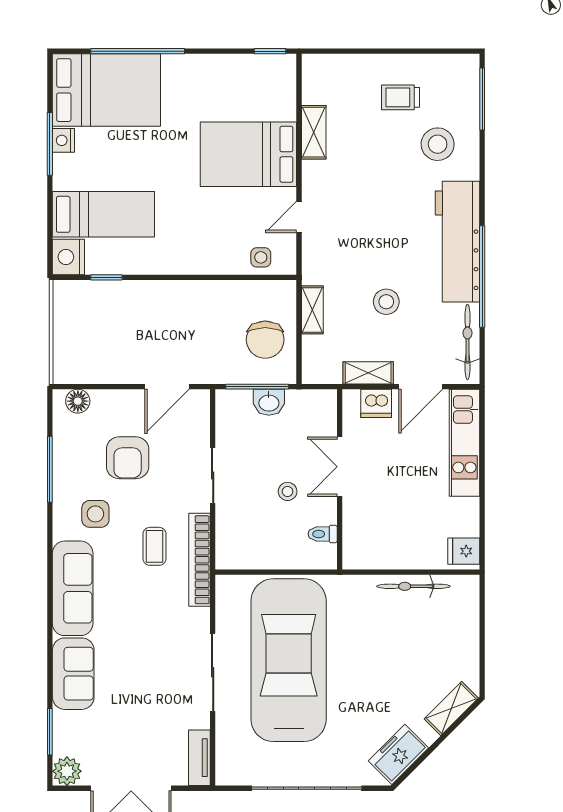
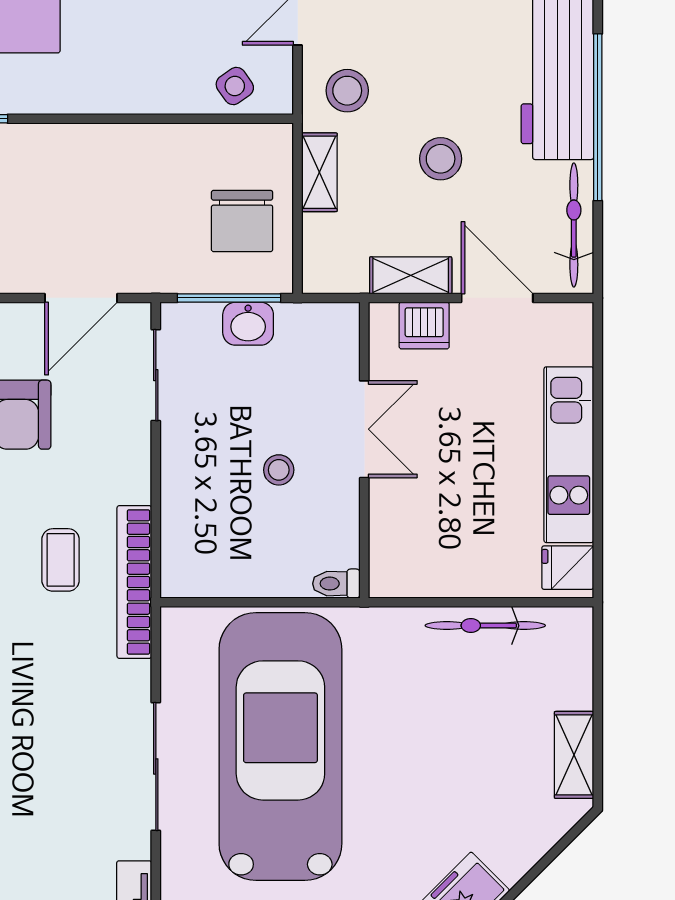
side table: (261, 257) -> (235, 86), turned -35
stool: (329, 260) -> (347, 91), added
door: (421, 387) -> (497, 298), swing flipped
kitchen unit: (464, 443) -> (569, 455), moved
double door: (340, 467) -> (364, 429), swing flipped
sliding door: (213, 475) -> (156, 375), moved
toilet: (323, 534) -> (336, 584), moved
shelving: (451, 708) -> (574, 755), moved, turned -45

